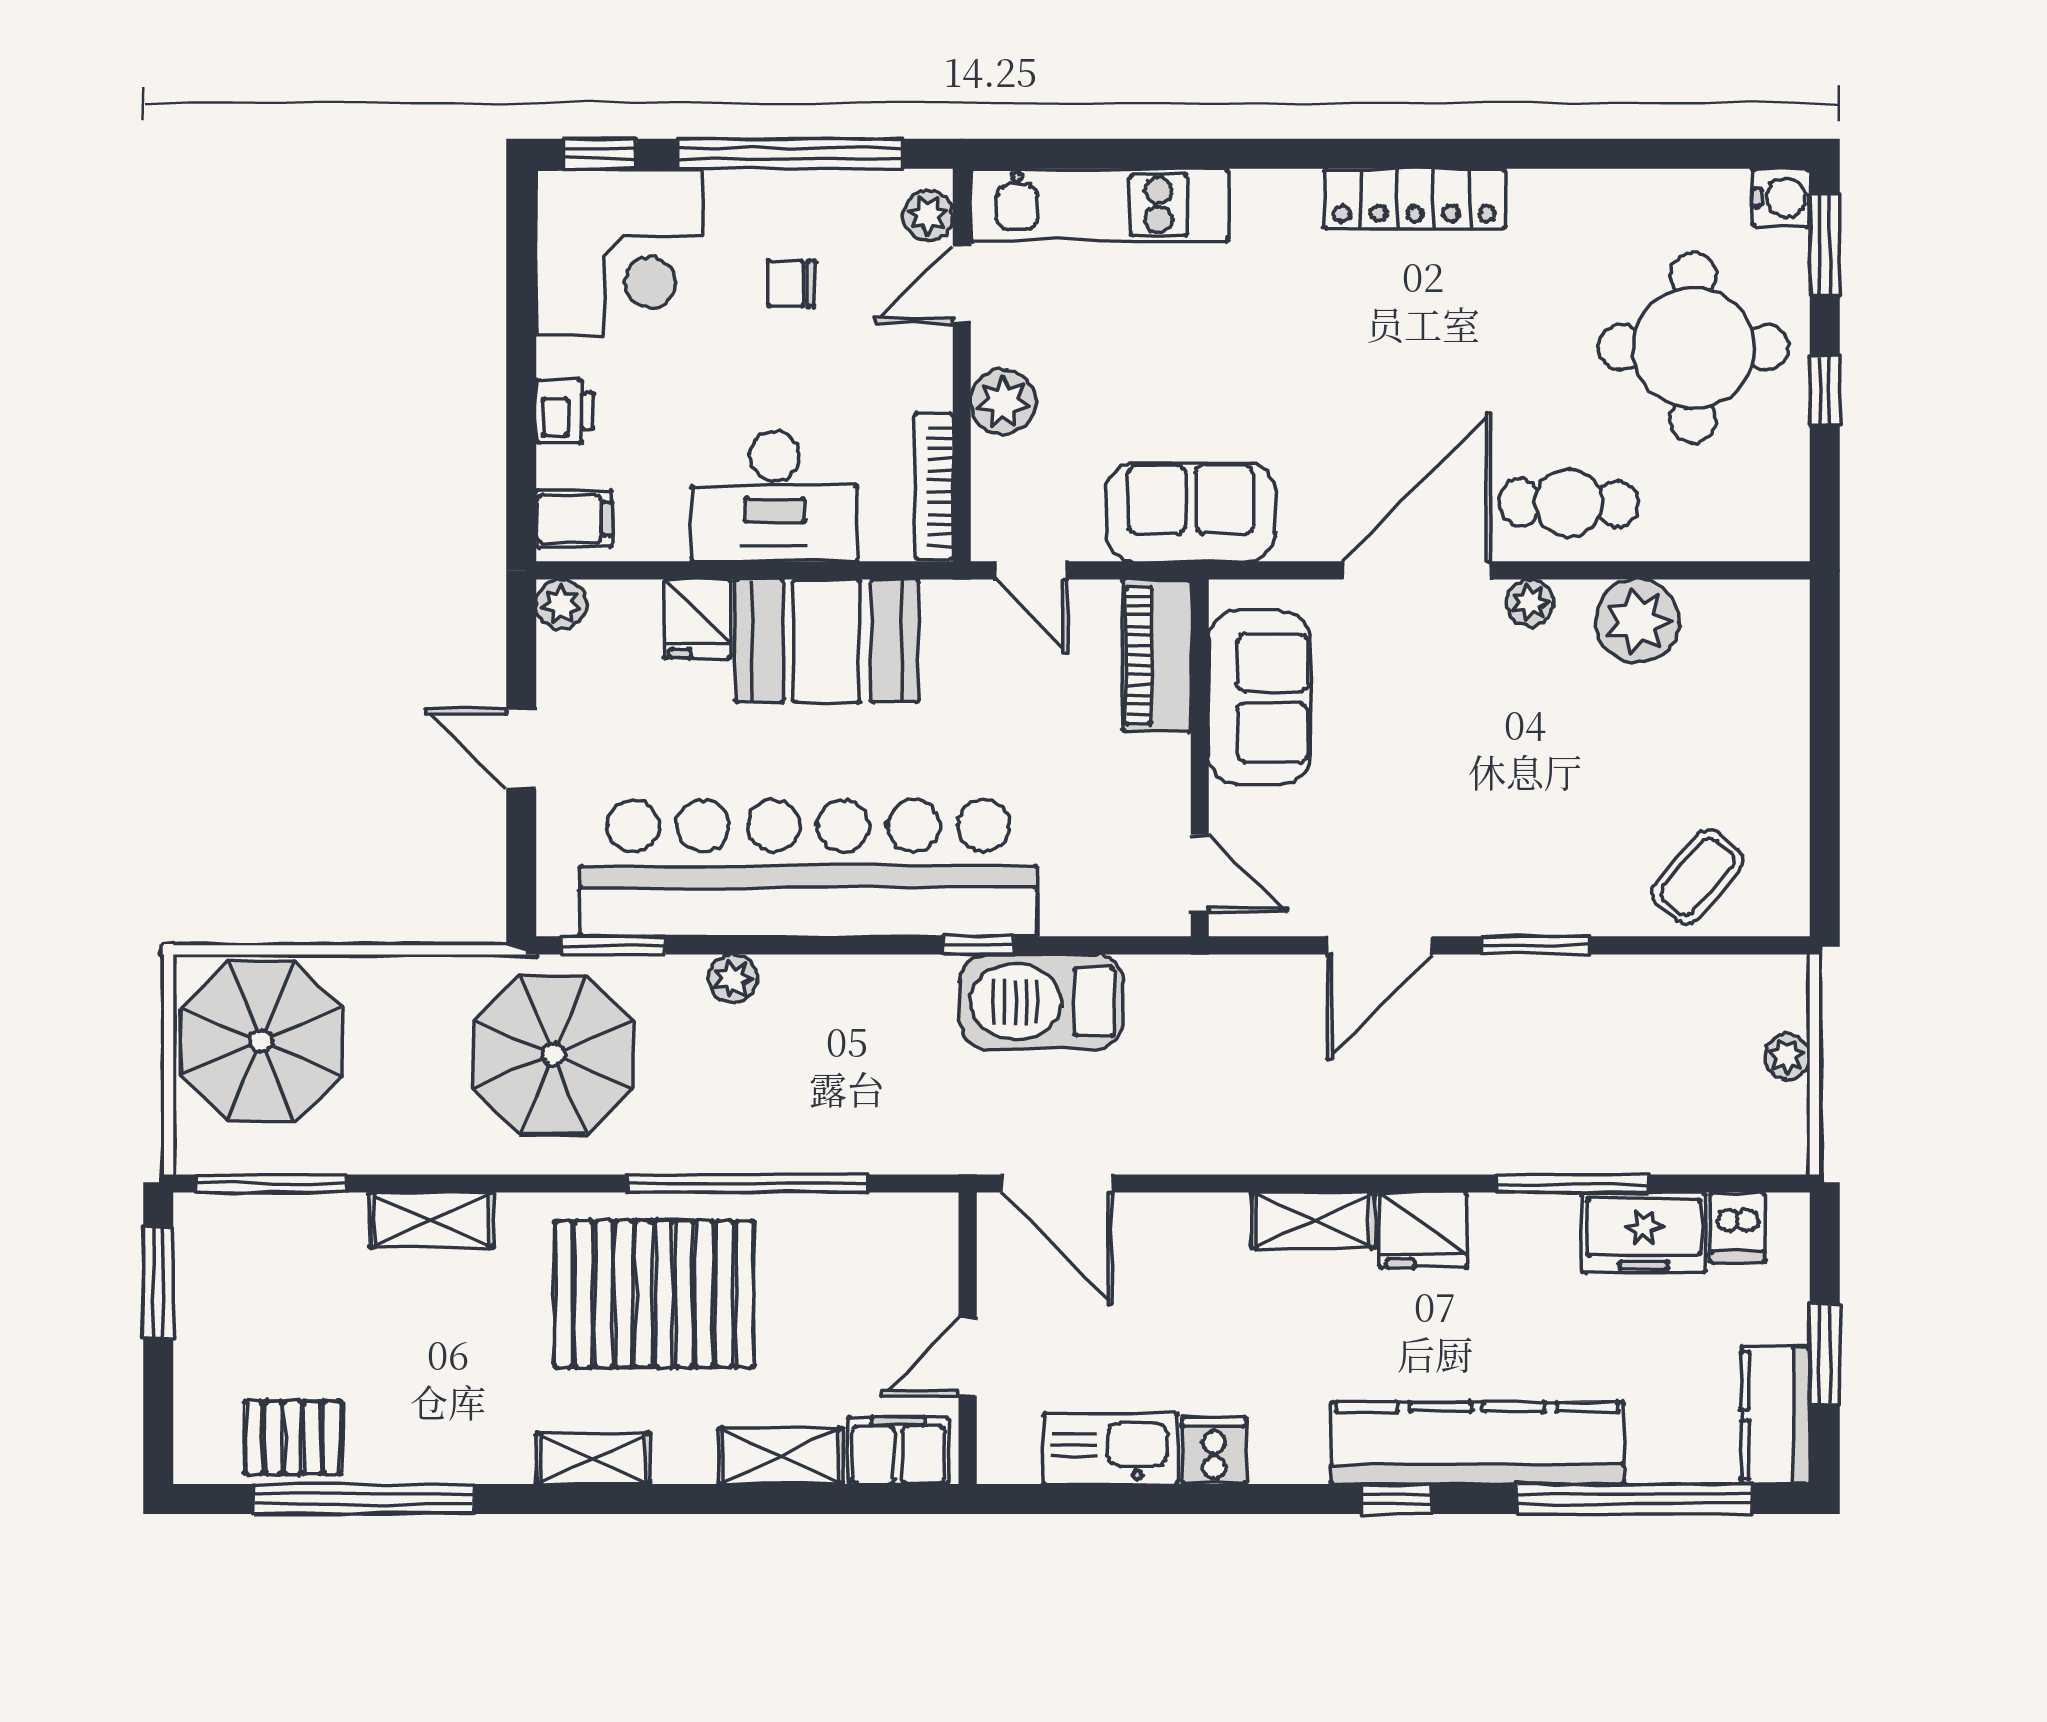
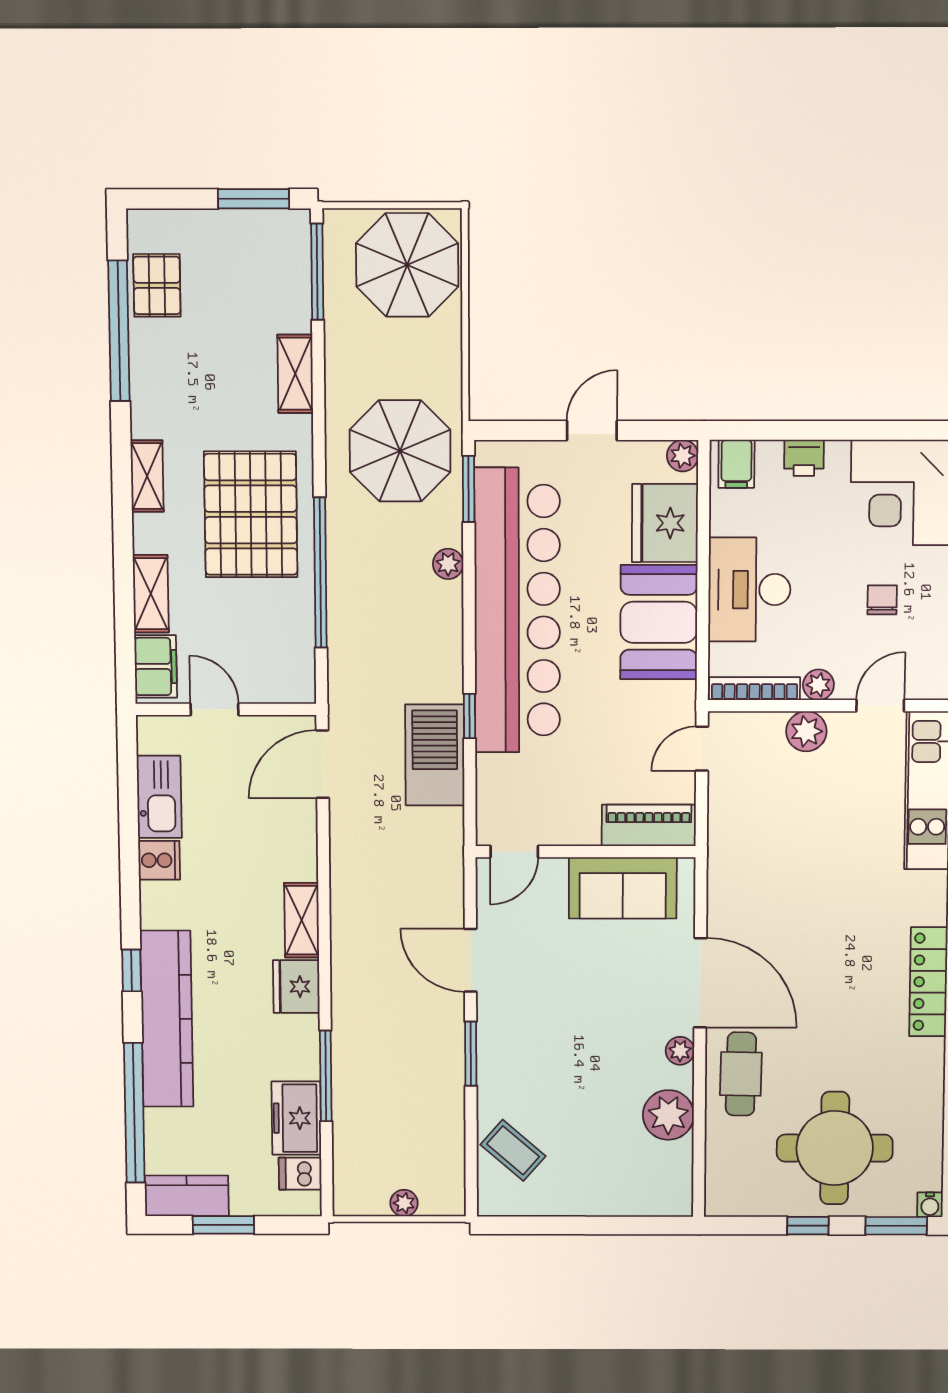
water cooler: (1781, 197) -> (930, 1205), width x0.72, depth x0.72
plant: (928, 215) -> (818, 685), moved
door: (962, 284) -> (880, 706), hinge flipped
sofa: (1190, 512) -> (737, 846), removed
fridge: (697, 619) -> (665, 523), width x1.88, depth x1.34

